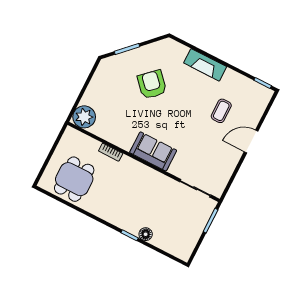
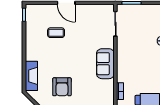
fireplace: (205, 65) -> (31, 76), moved
armchair: (152, 84) -> (62, 87), turned -47

